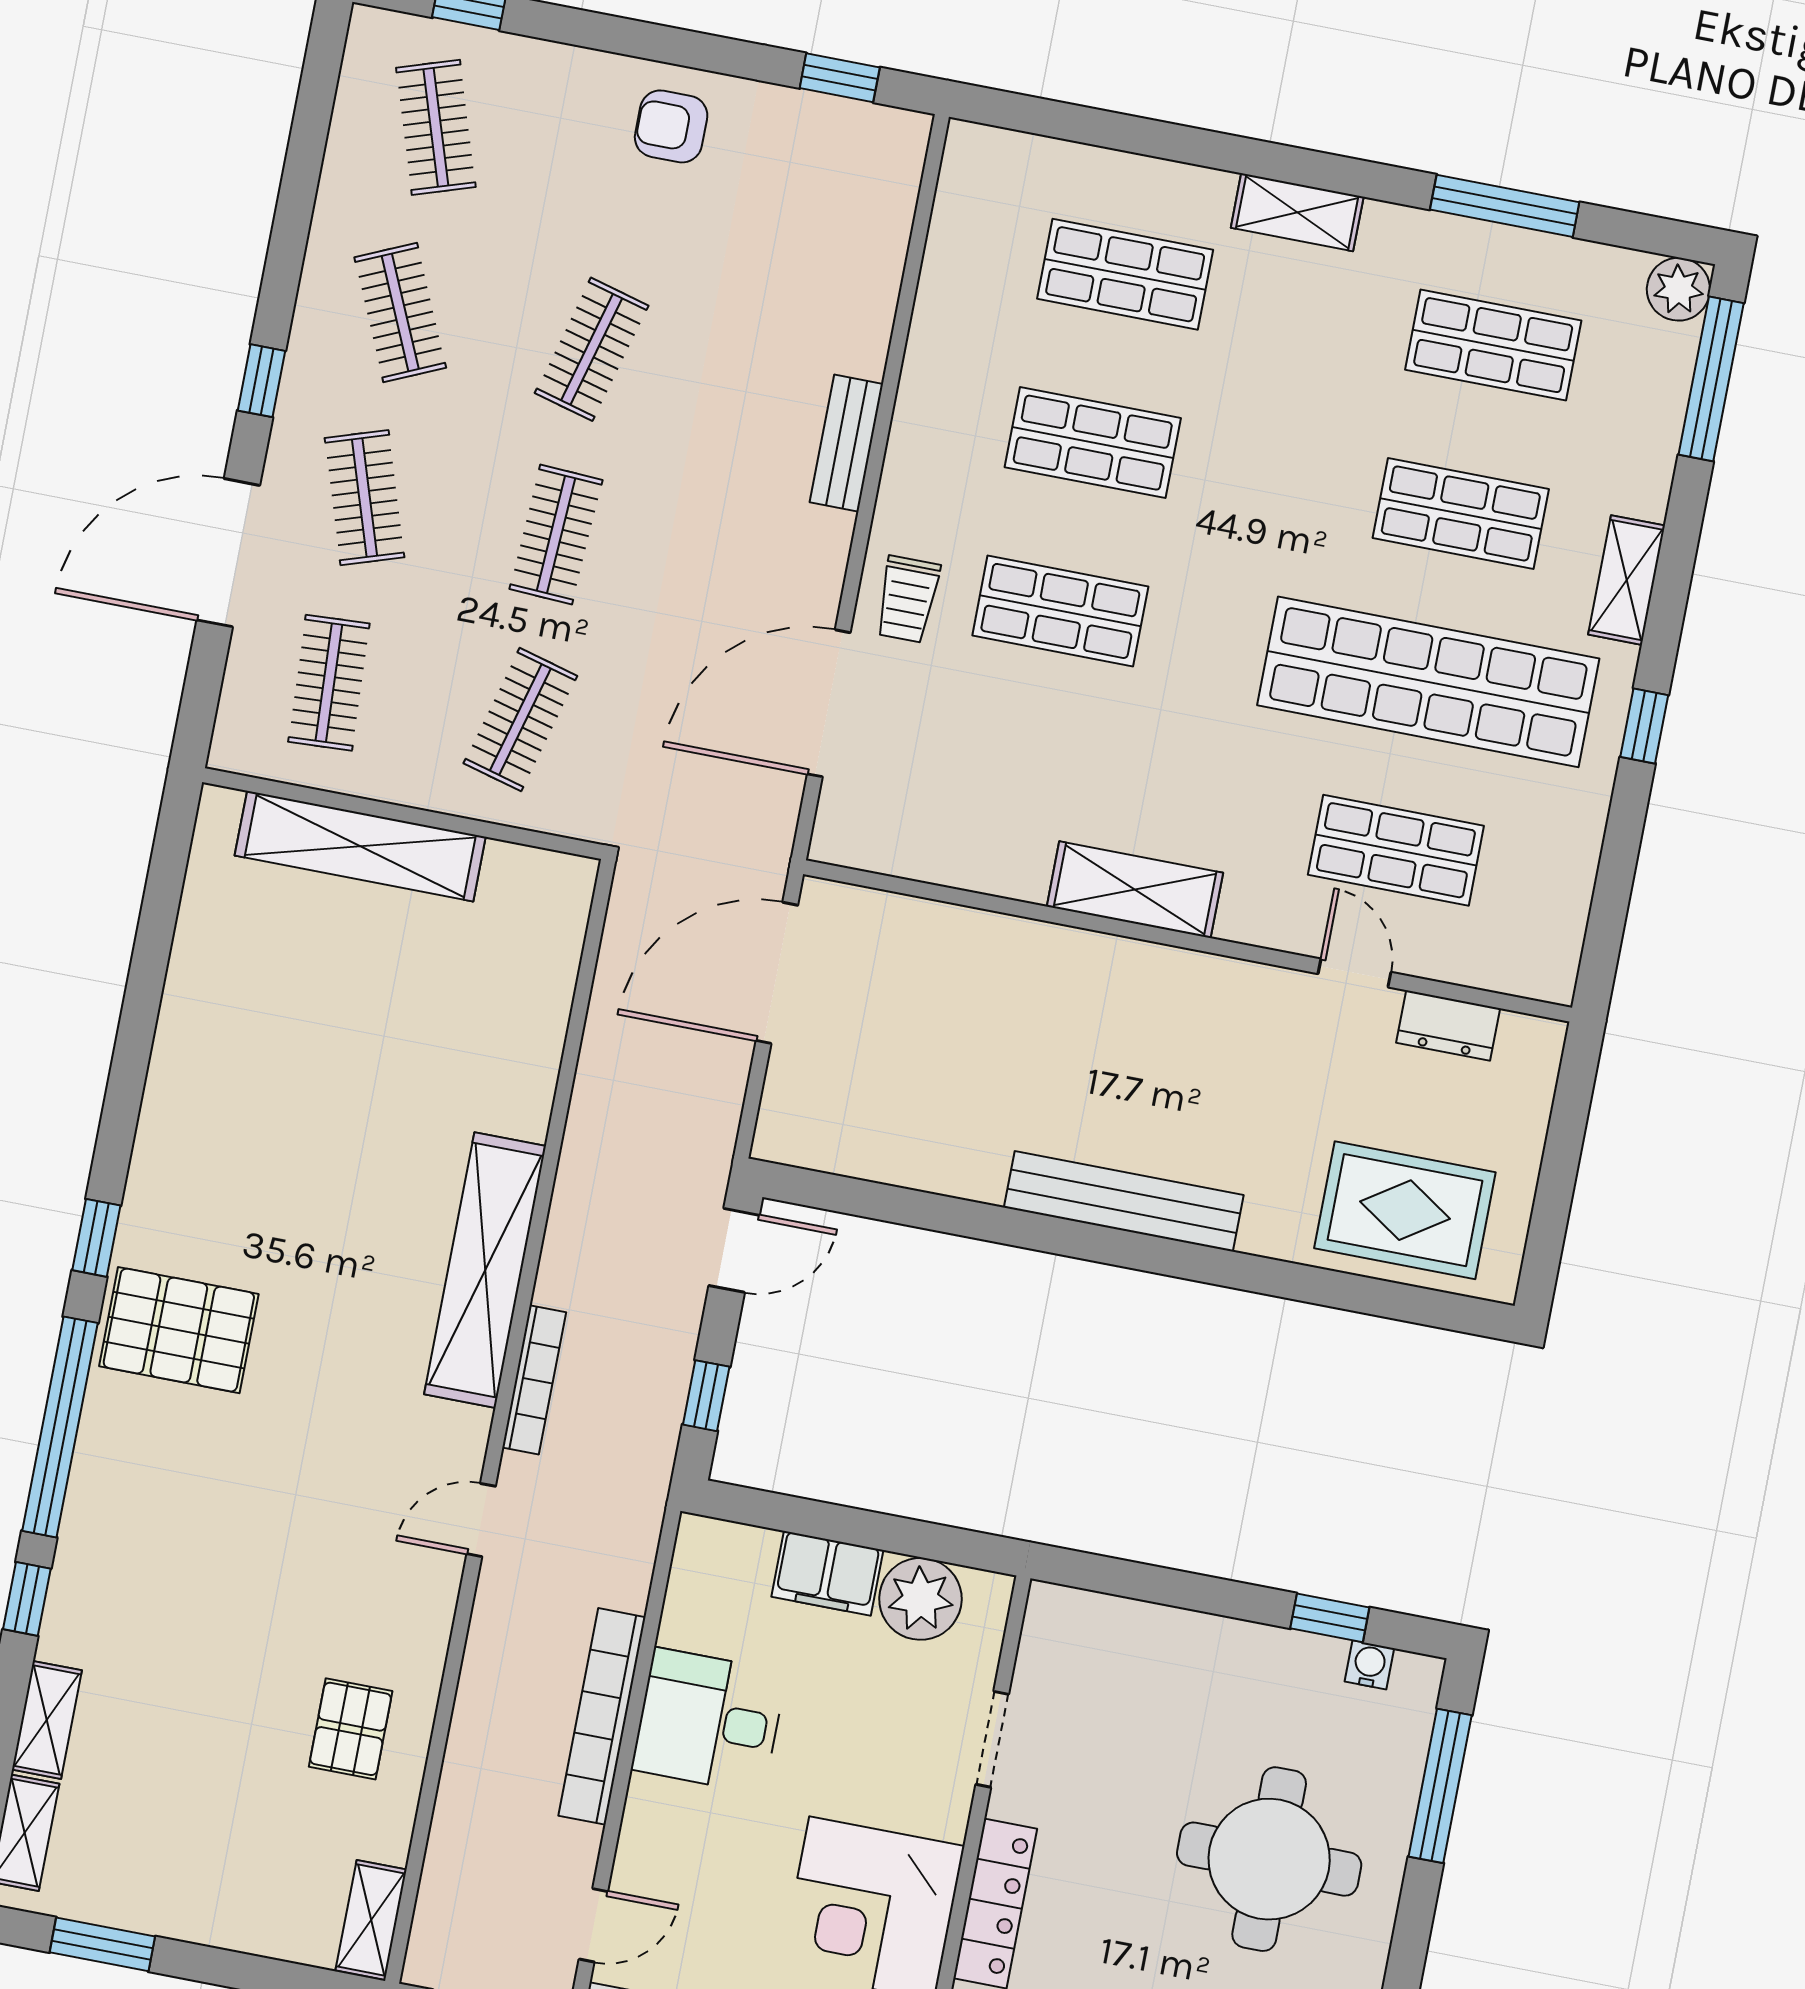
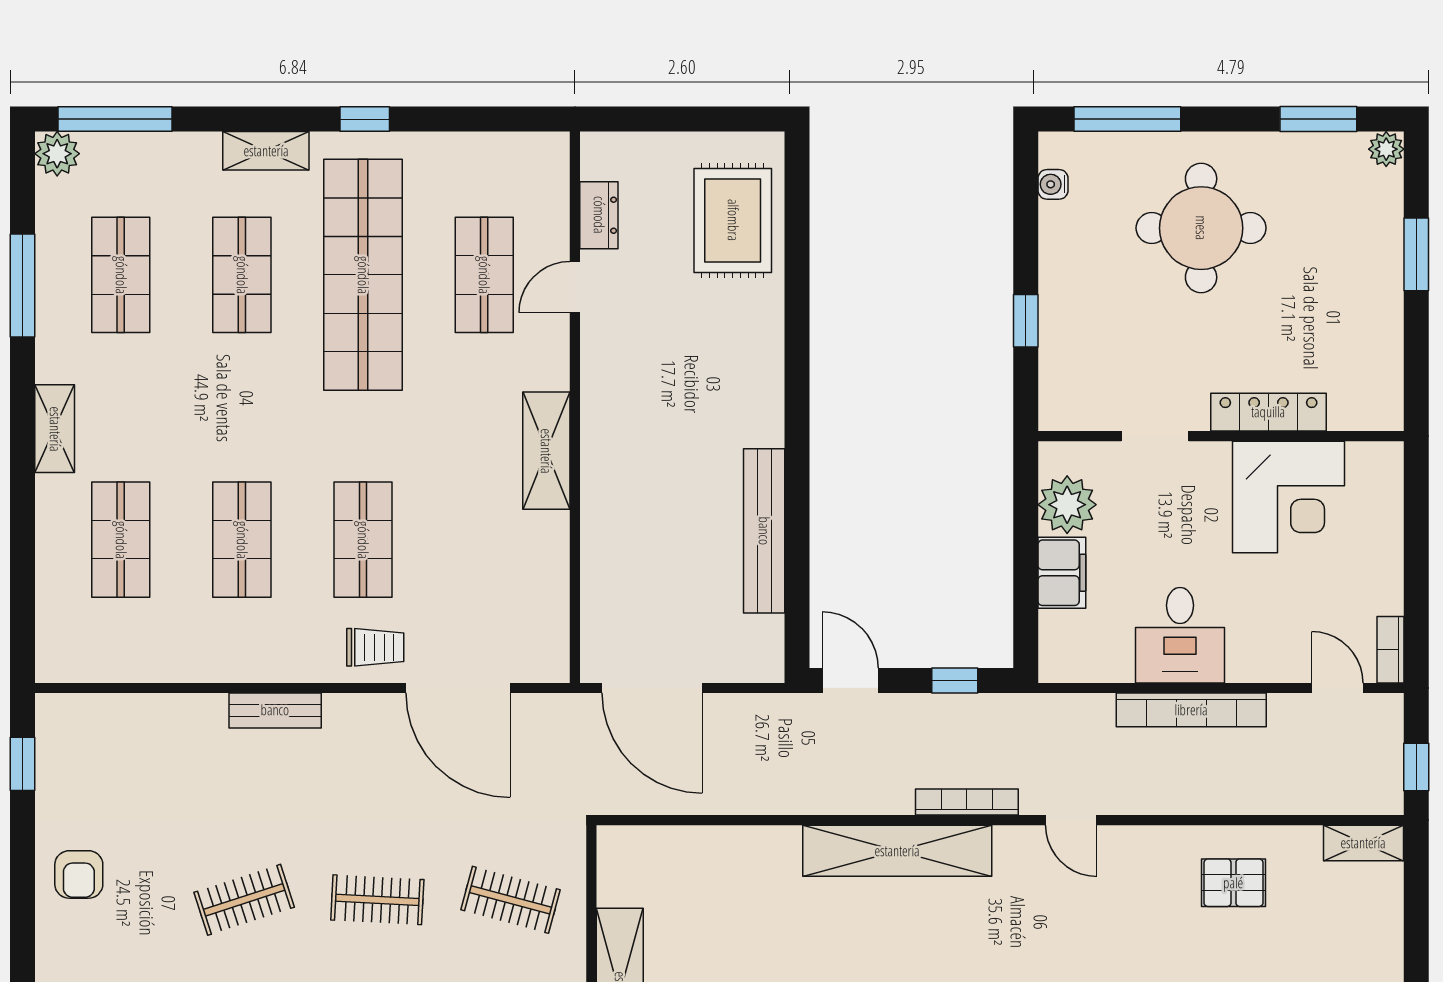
clothes rail: (592, 349) -> (244, 900), turned -33
bench: (1124, 1201) -> (764, 531), moved
window: (1330, 1618) -> (1026, 321), moved

